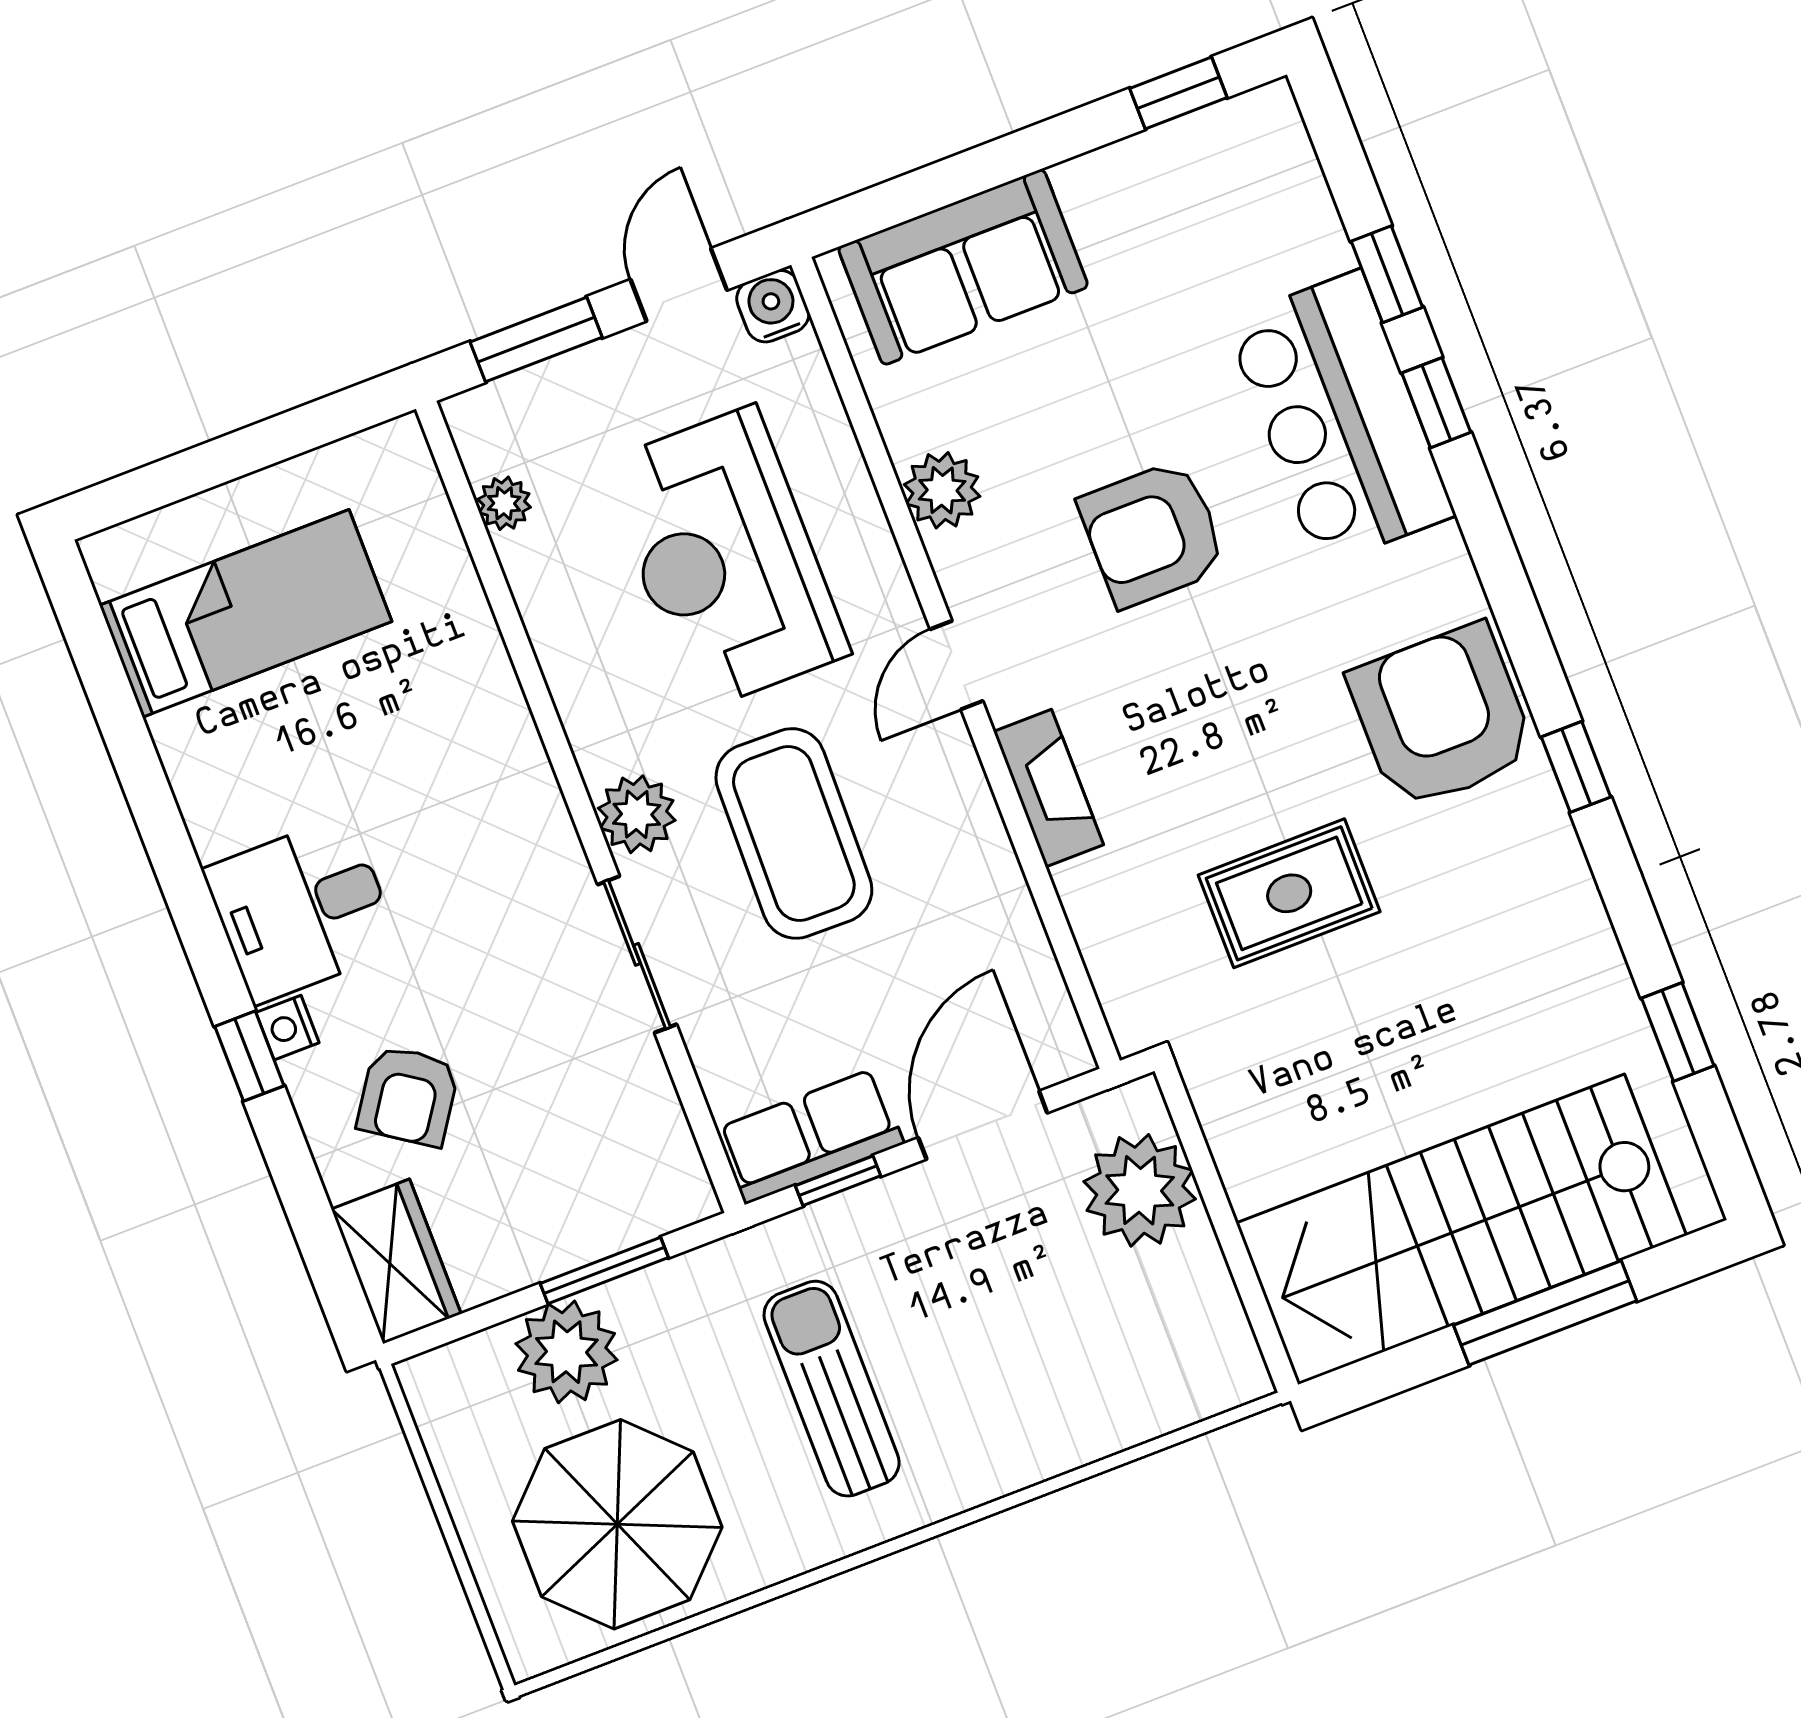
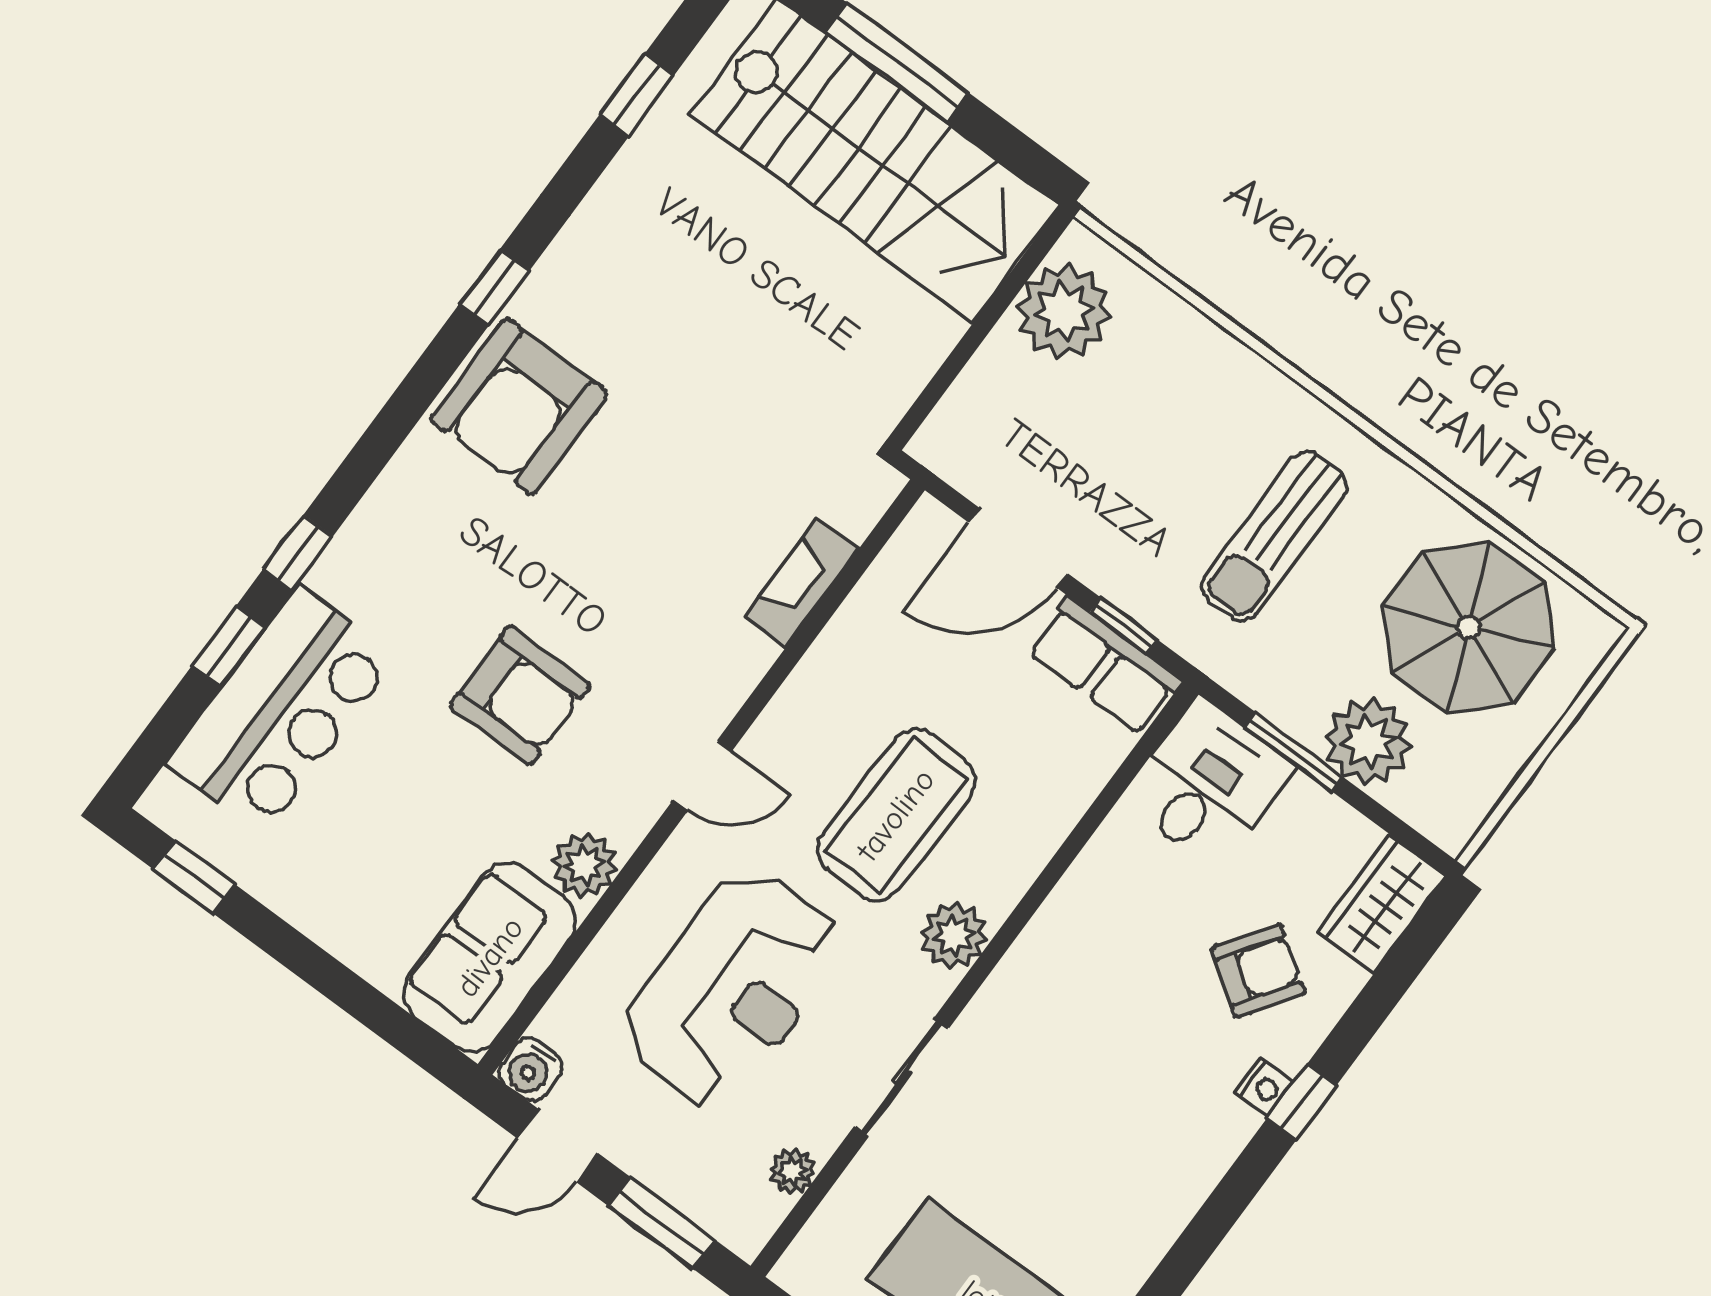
sofa: (963, 267) -> (490, 957), moved, turned -90
bar counter: (1340, 418) -> (282, 710), moved
fireplace: (1048, 788) -> (801, 583), moved
rug: (1289, 893) -> (714, 435), removed
desk: (302, 909) -> (1208, 784), moved, turned -90
sliding door: (637, 954) -> (902, 1077), moved
plant: (1140, 1190) -> (1064, 311), moved

